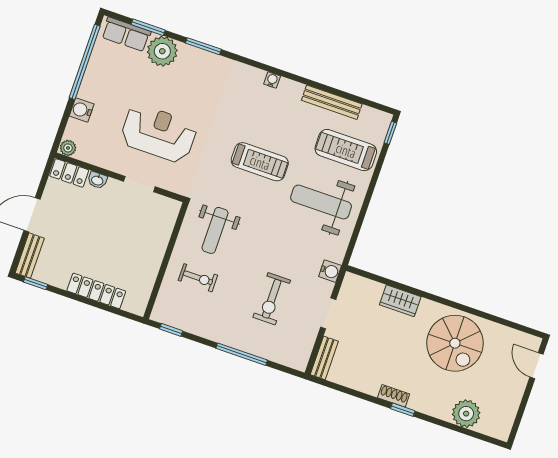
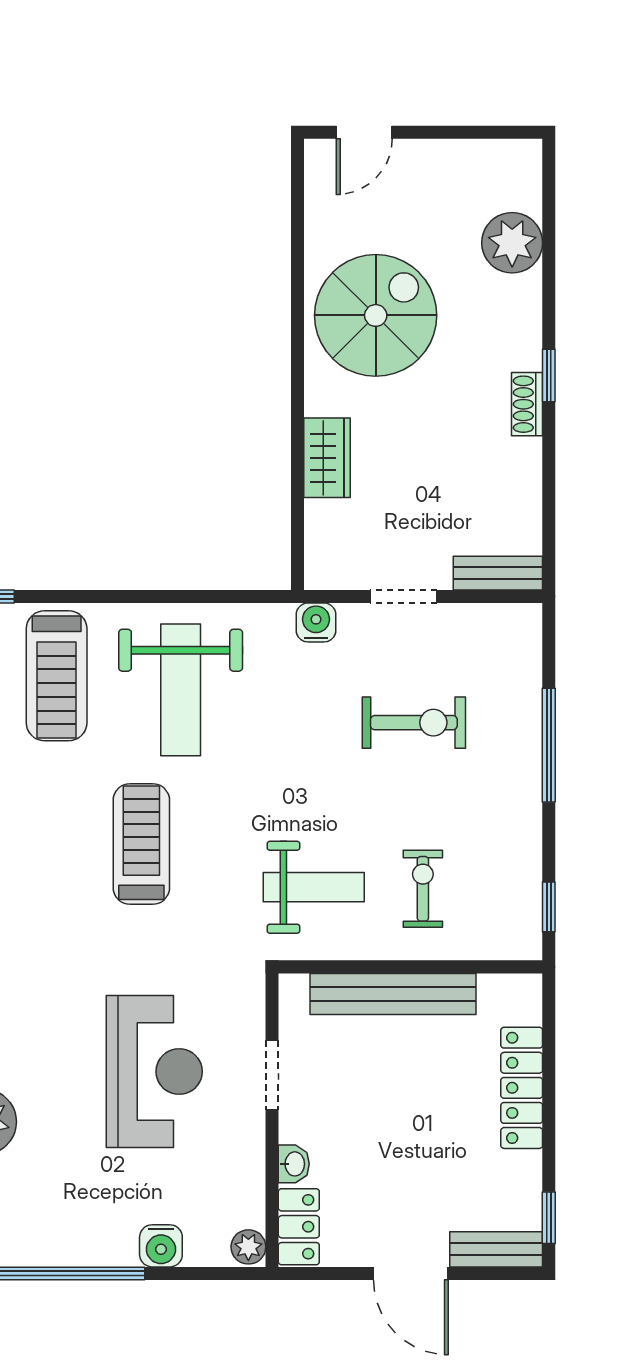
reception desk: (159, 133) -> (154, 1072), turned 180
bench: (157, 249) -> (393, 994), added

